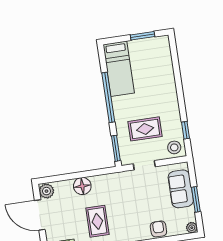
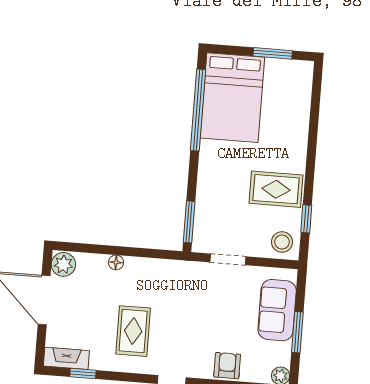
bed: (119, 69) -> (232, 98), width x1.50
window: (108, 97) -> (198, 110), moved
rug: (145, 129) -> (276, 189), moved
floor lamp: (82, 186) -> (116, 262), width x0.53, depth x0.53

